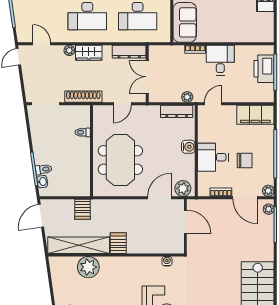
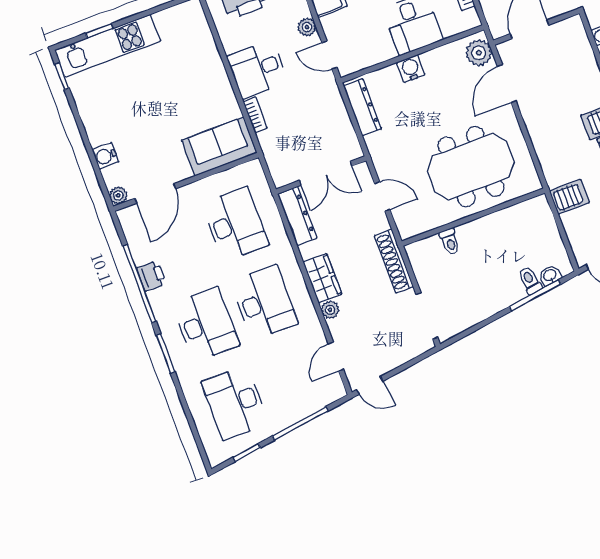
plant: (187, 97) -> (307, 27), moved
door: (159, 198) -> (507, 84), hinge flipped

